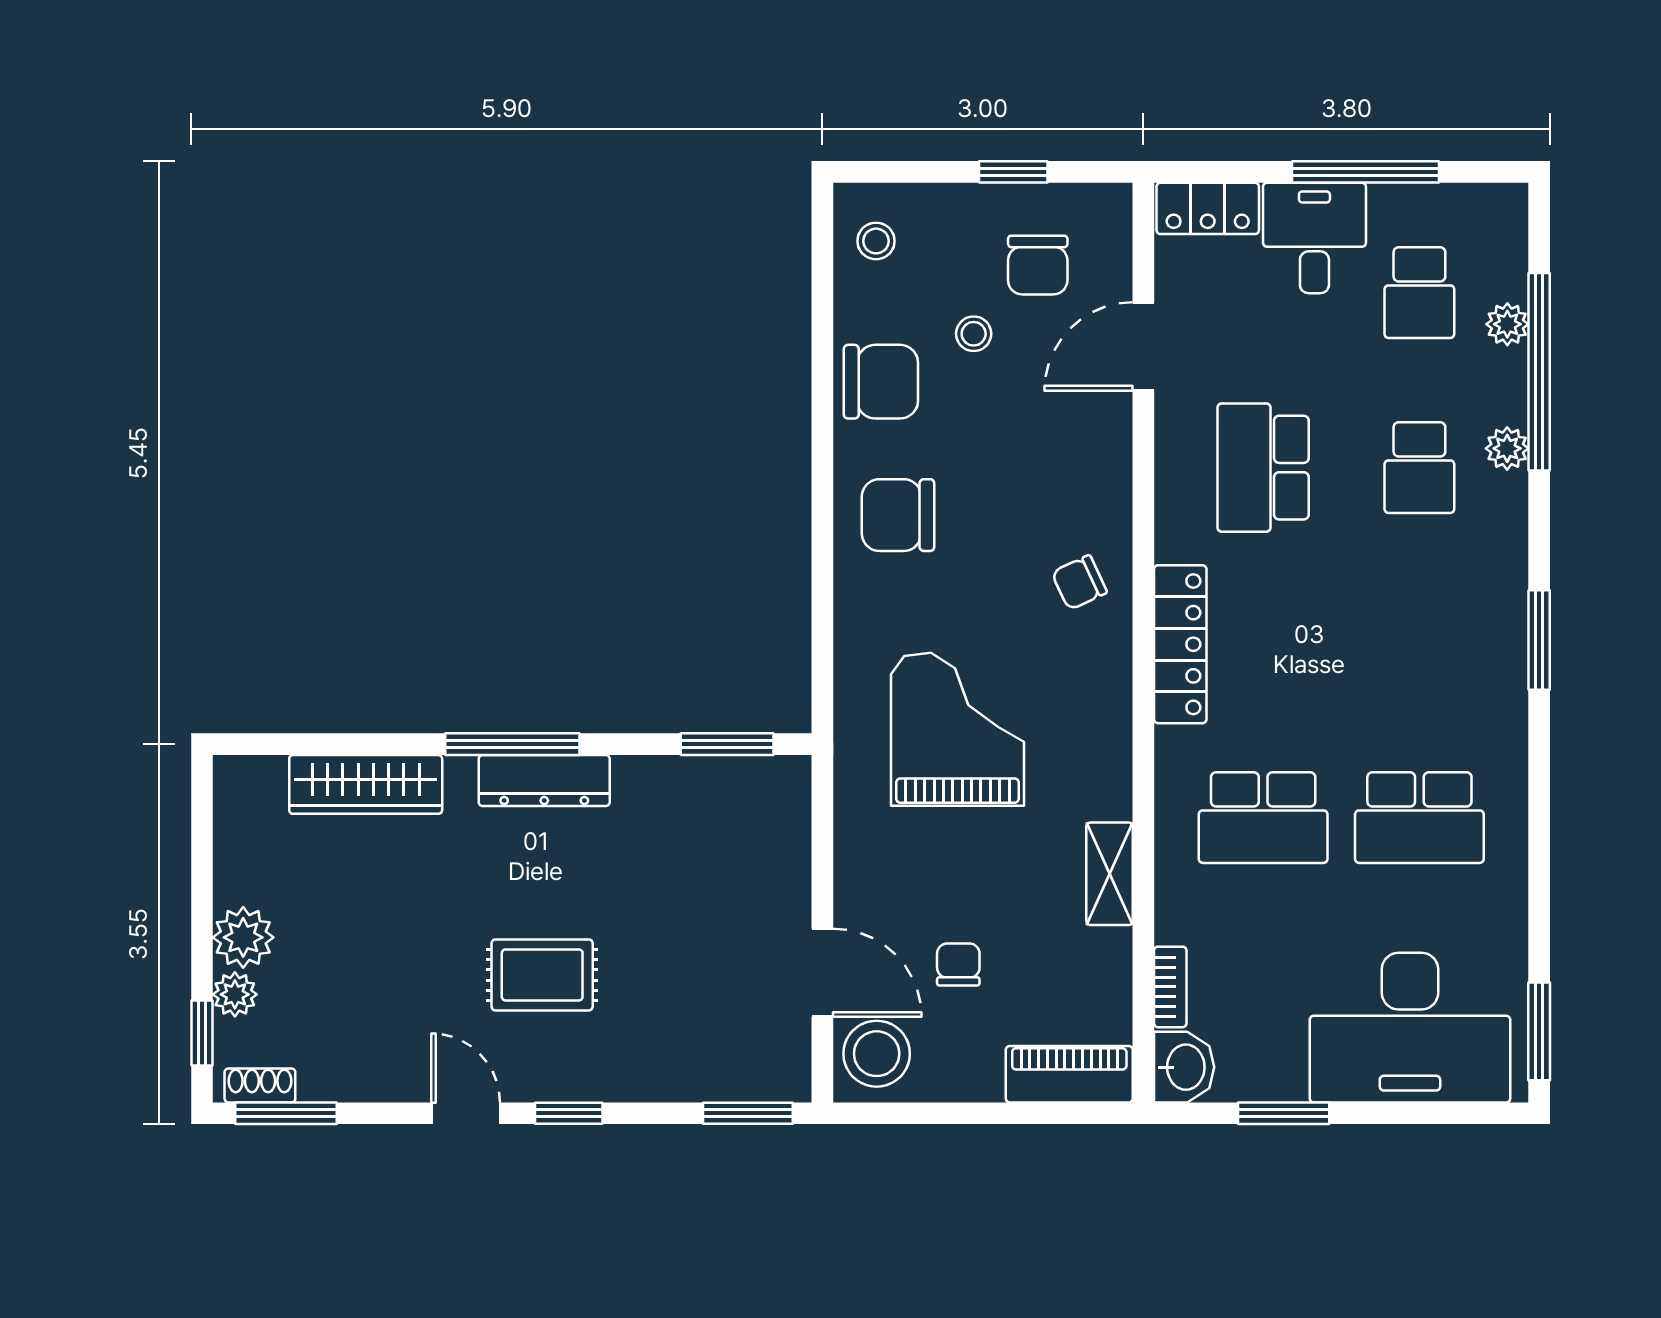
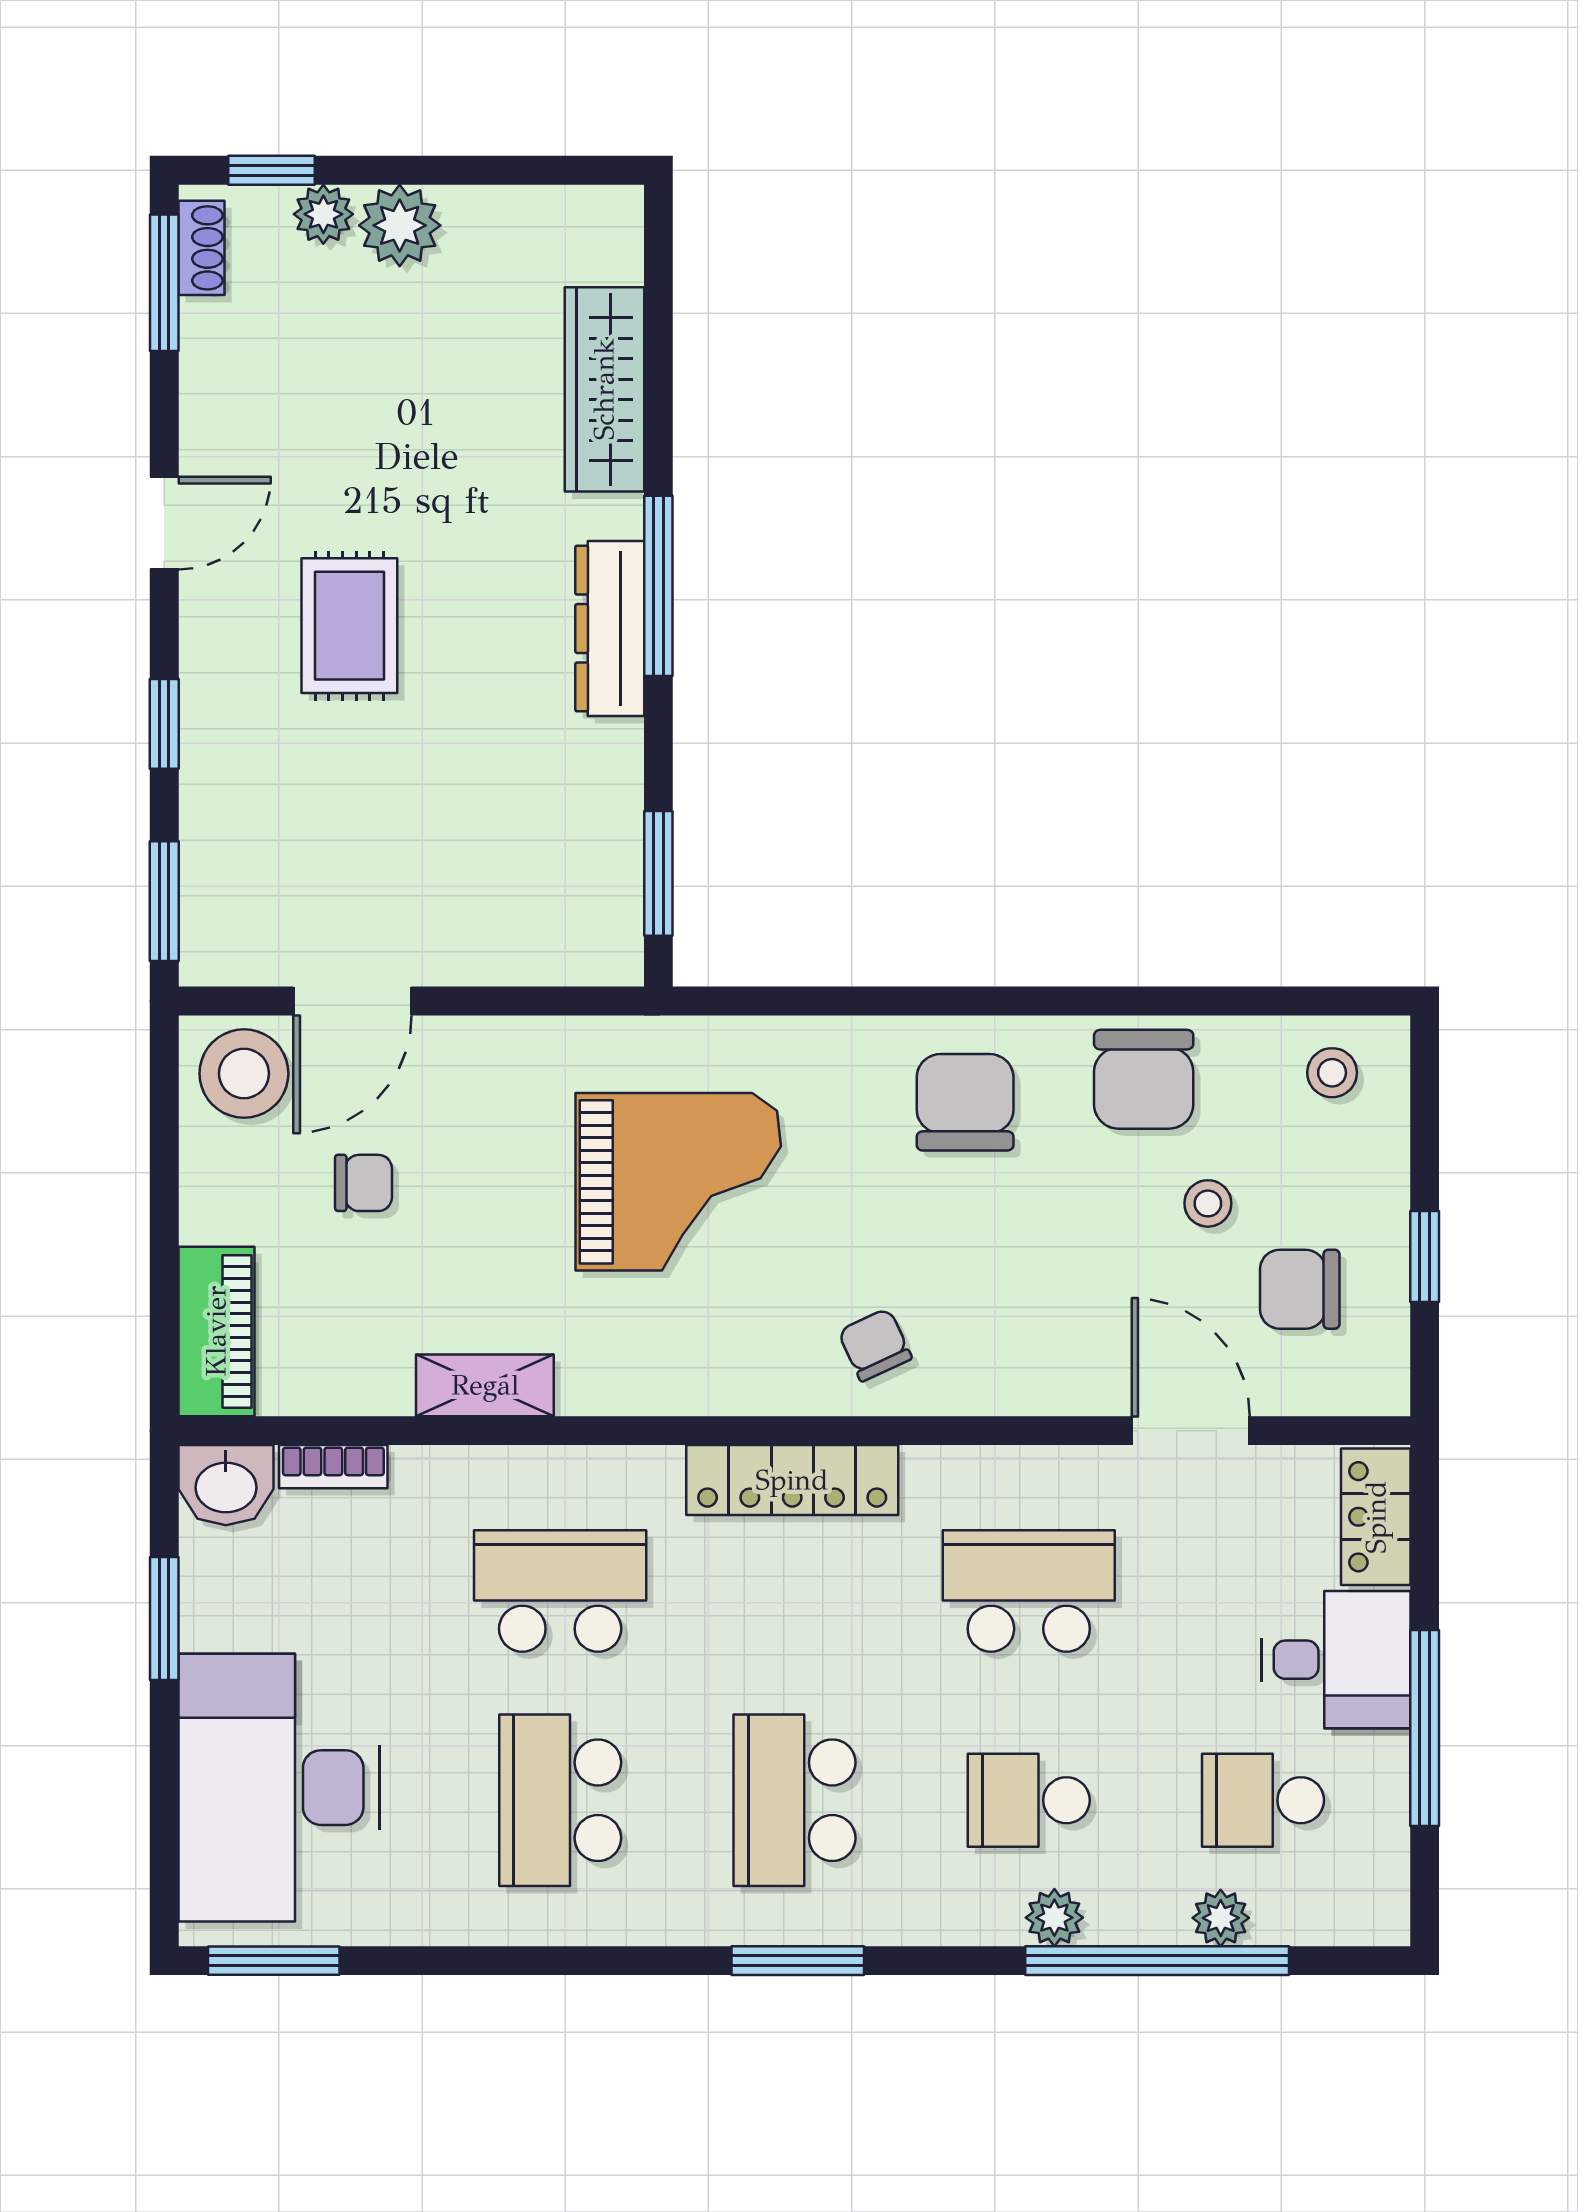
school desk: (1419, 643) -> (794, 1800), added
school desk: (1263, 818) -> (560, 1591), turned 90
window: (569, 1113) -> (164, 724), moved

